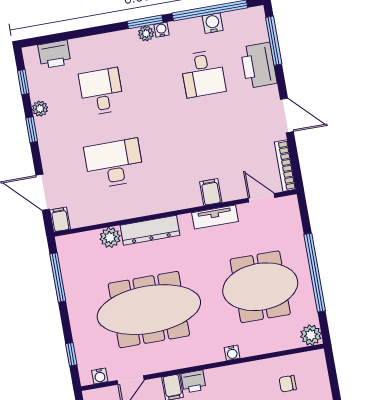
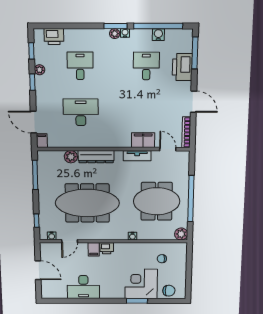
desk: (203, 74) -> (146, 66), turned 180
filing cabinet: (211, 192) -> (143, 140), width x2.00

